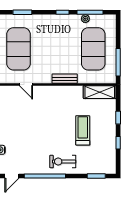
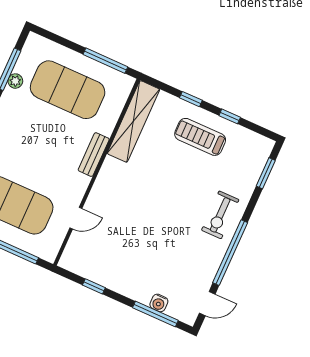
shelving: (100, 92) -> (133, 121), width x1.47
treadmill: (83, 130) -> (200, 137), moved
door: (12, 176) -> (207, 304), hinge flipped

